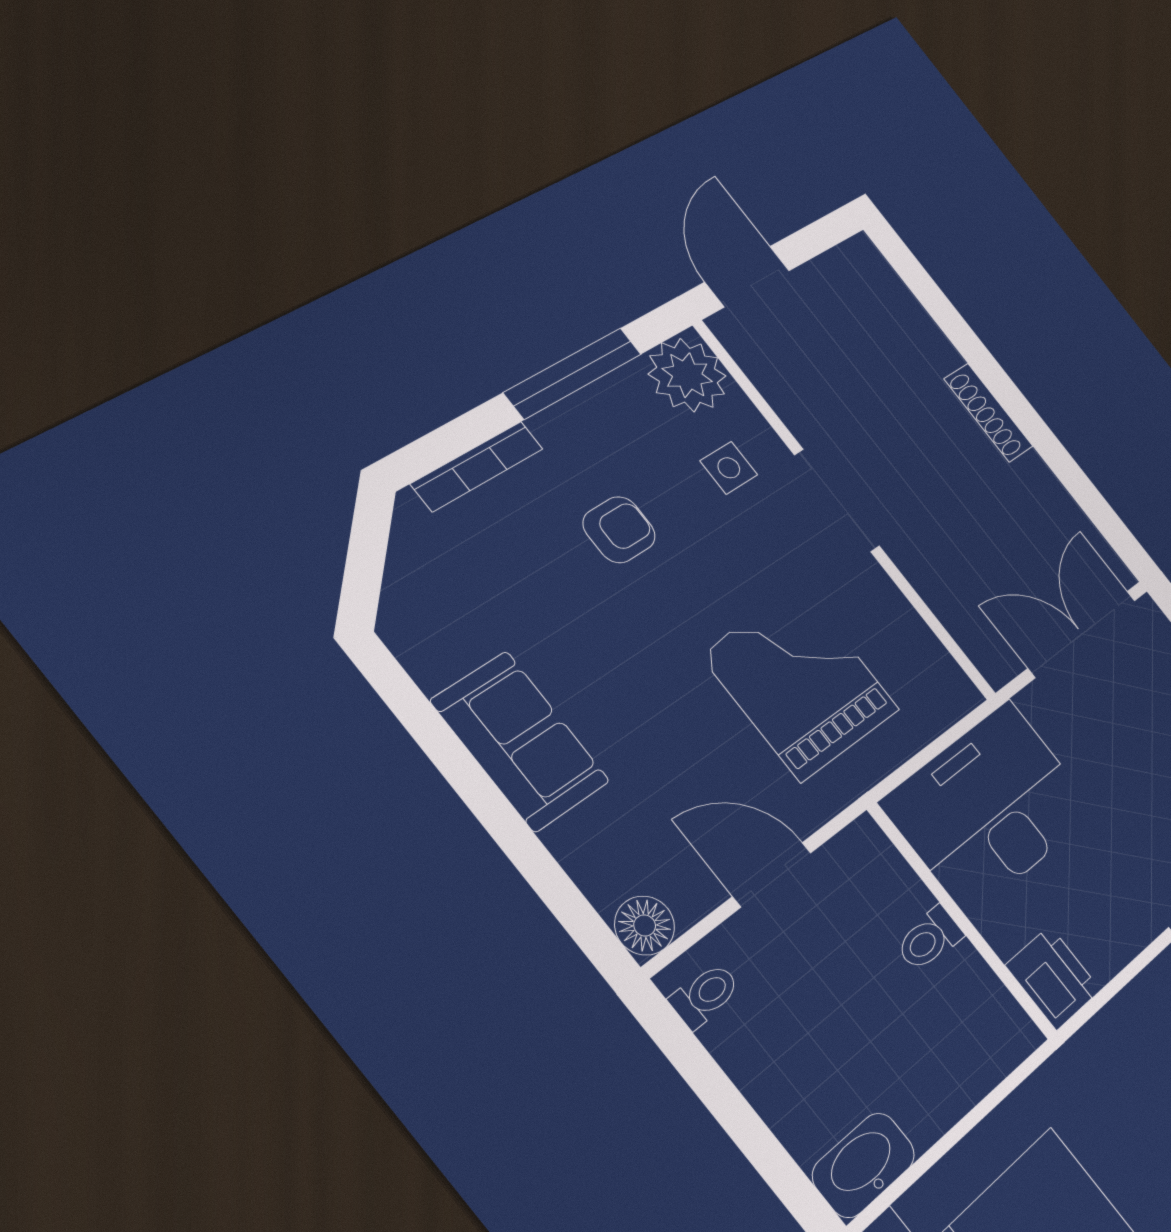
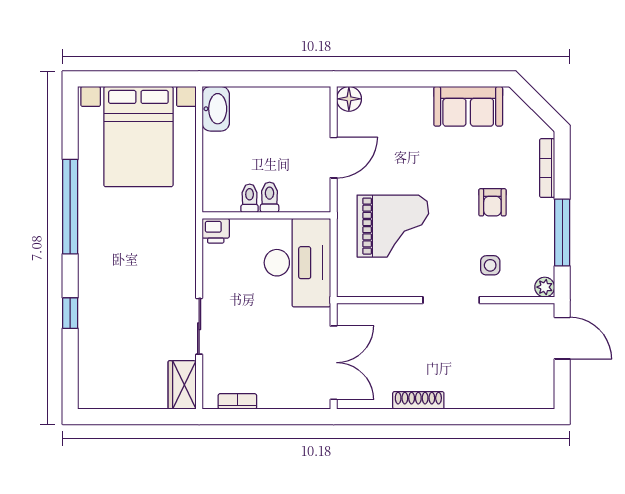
plant: (687, 375) -> (545, 287), width x0.53, depth x0.53
shoe rack: (988, 413) -> (418, 400), moved
sofa: (520, 741) -> (468, 106), moved
printer: (1053, 978) -> (216, 231), width x0.73, depth x0.81
toilet: (705, 995) -> (250, 198), moved, turned 180

